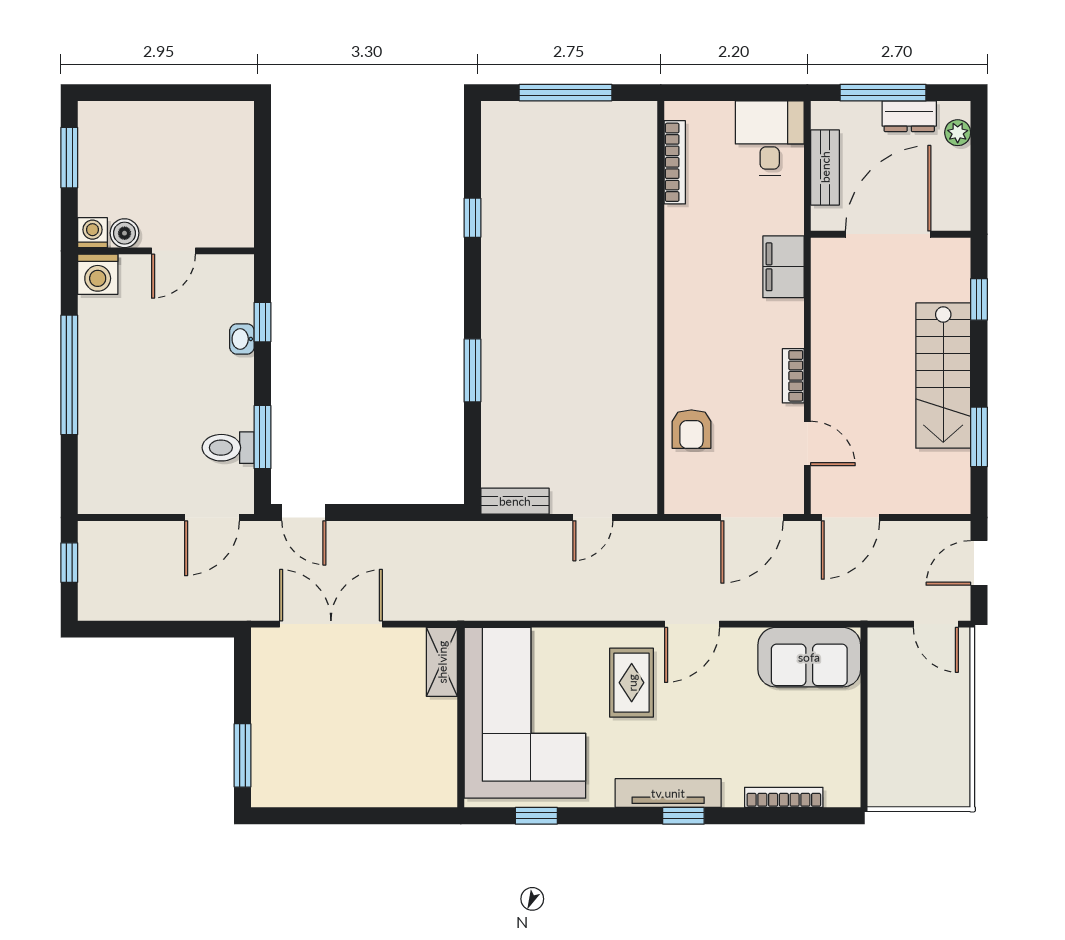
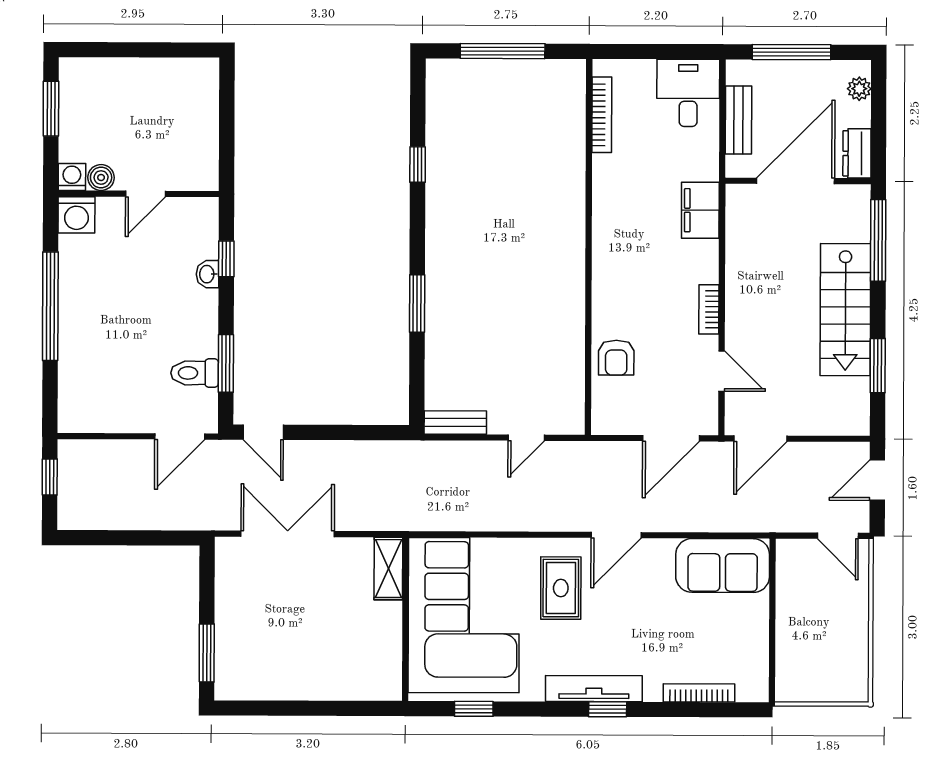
dresser: (909, 116) -> (857, 153), moved, turned 90
window: (979, 299) -> (878, 240), width x2.17

